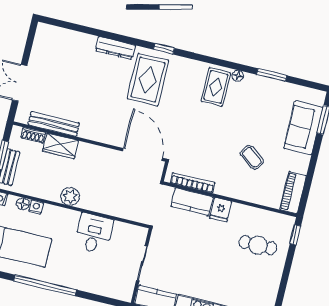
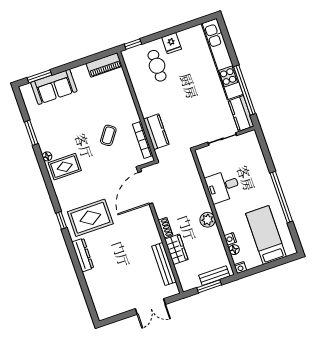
shoe rack: (33, 135) -> (165, 228), moved
coffee table: (252, 157) -> (108, 135), moved
fridge: (221, 210) -> (172, 43), moved, turned 90

